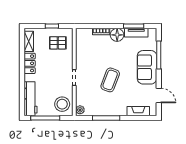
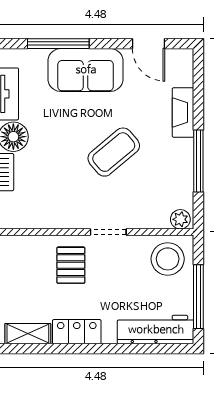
pallet: (58, 43) -> (71, 265), moved
coffee table: (110, 80) -> (114, 152), turned -61
door: (159, 96) -> (149, 44), swing flipped
fireplace: (138, 111) -> (183, 112), moved

